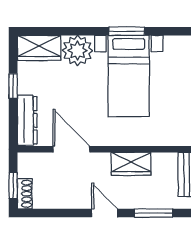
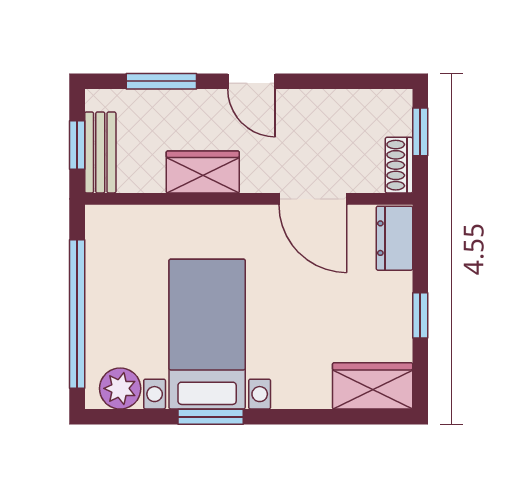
plant: (78, 51) -> (120, 388), moved, width x0.73, depth x0.73
dresser: (27, 120) -> (394, 238), width x0.70
shoe rack: (25, 194) -> (399, 165), moved

